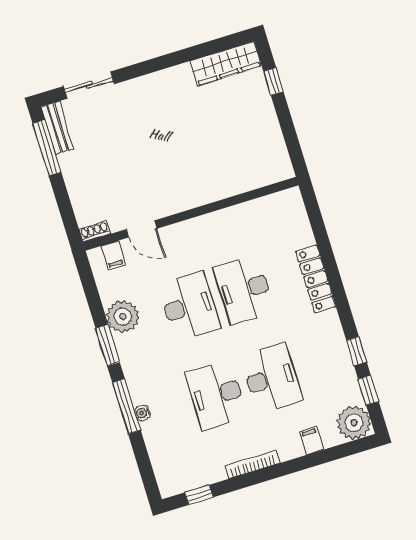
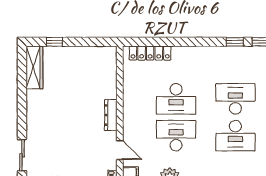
dresser: (190, 199) -> (111, 115), added
door: (142, 229) -> (120, 150), hinge flipped
locker: (316, 279) -> (150, 53), moved

